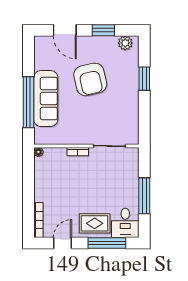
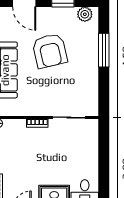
window: (144, 79) -> (104, 50), width x1.44
window: (144, 196) -> (104, 167), removed

